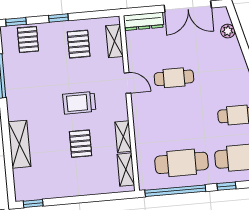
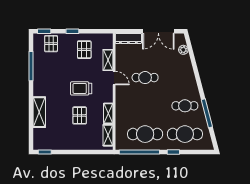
shelving: (114, 41) -> (108, 60), moved

